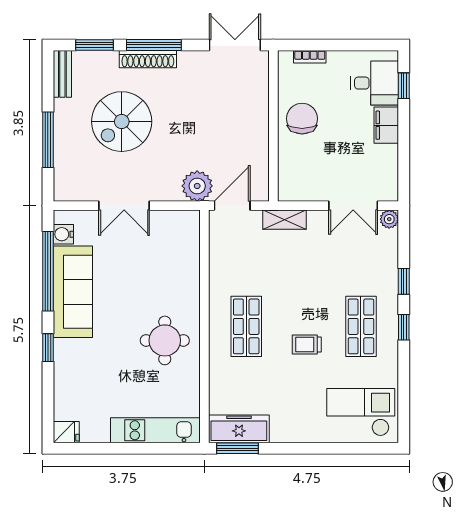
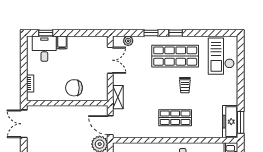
chair: (302, 119) -> (74, 88), moved
filing cabinet: (386, 125) -> (62, 42), width x0.50
plant: (389, 219) -> (128, 41), moved
shop shelf: (361, 326) -> (175, 56), width x1.43, depth x1.36

